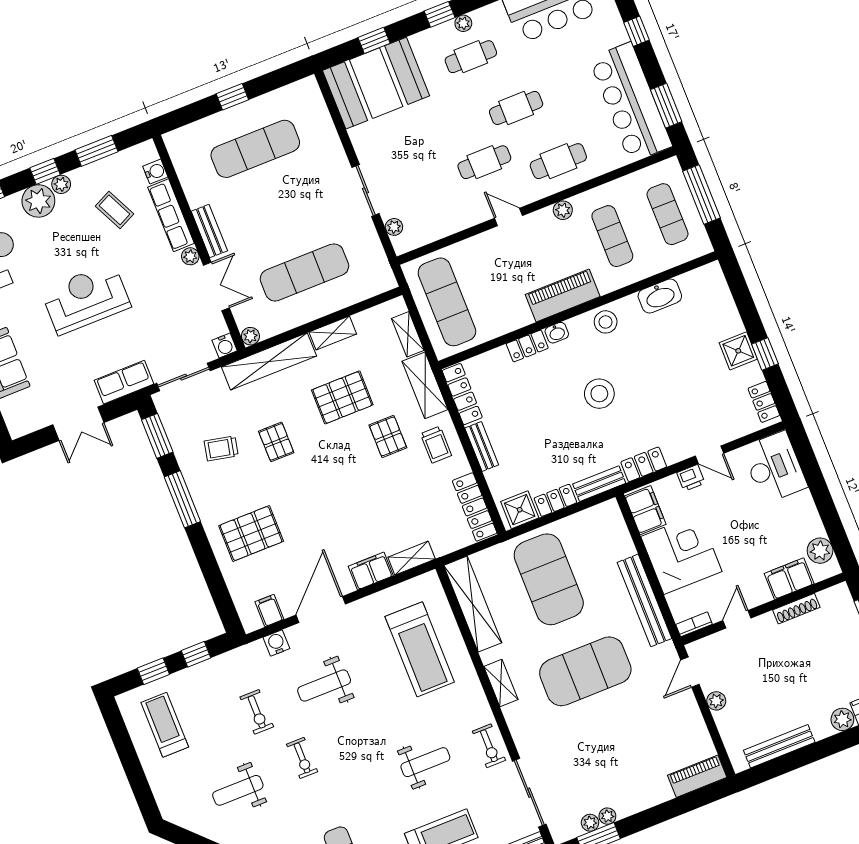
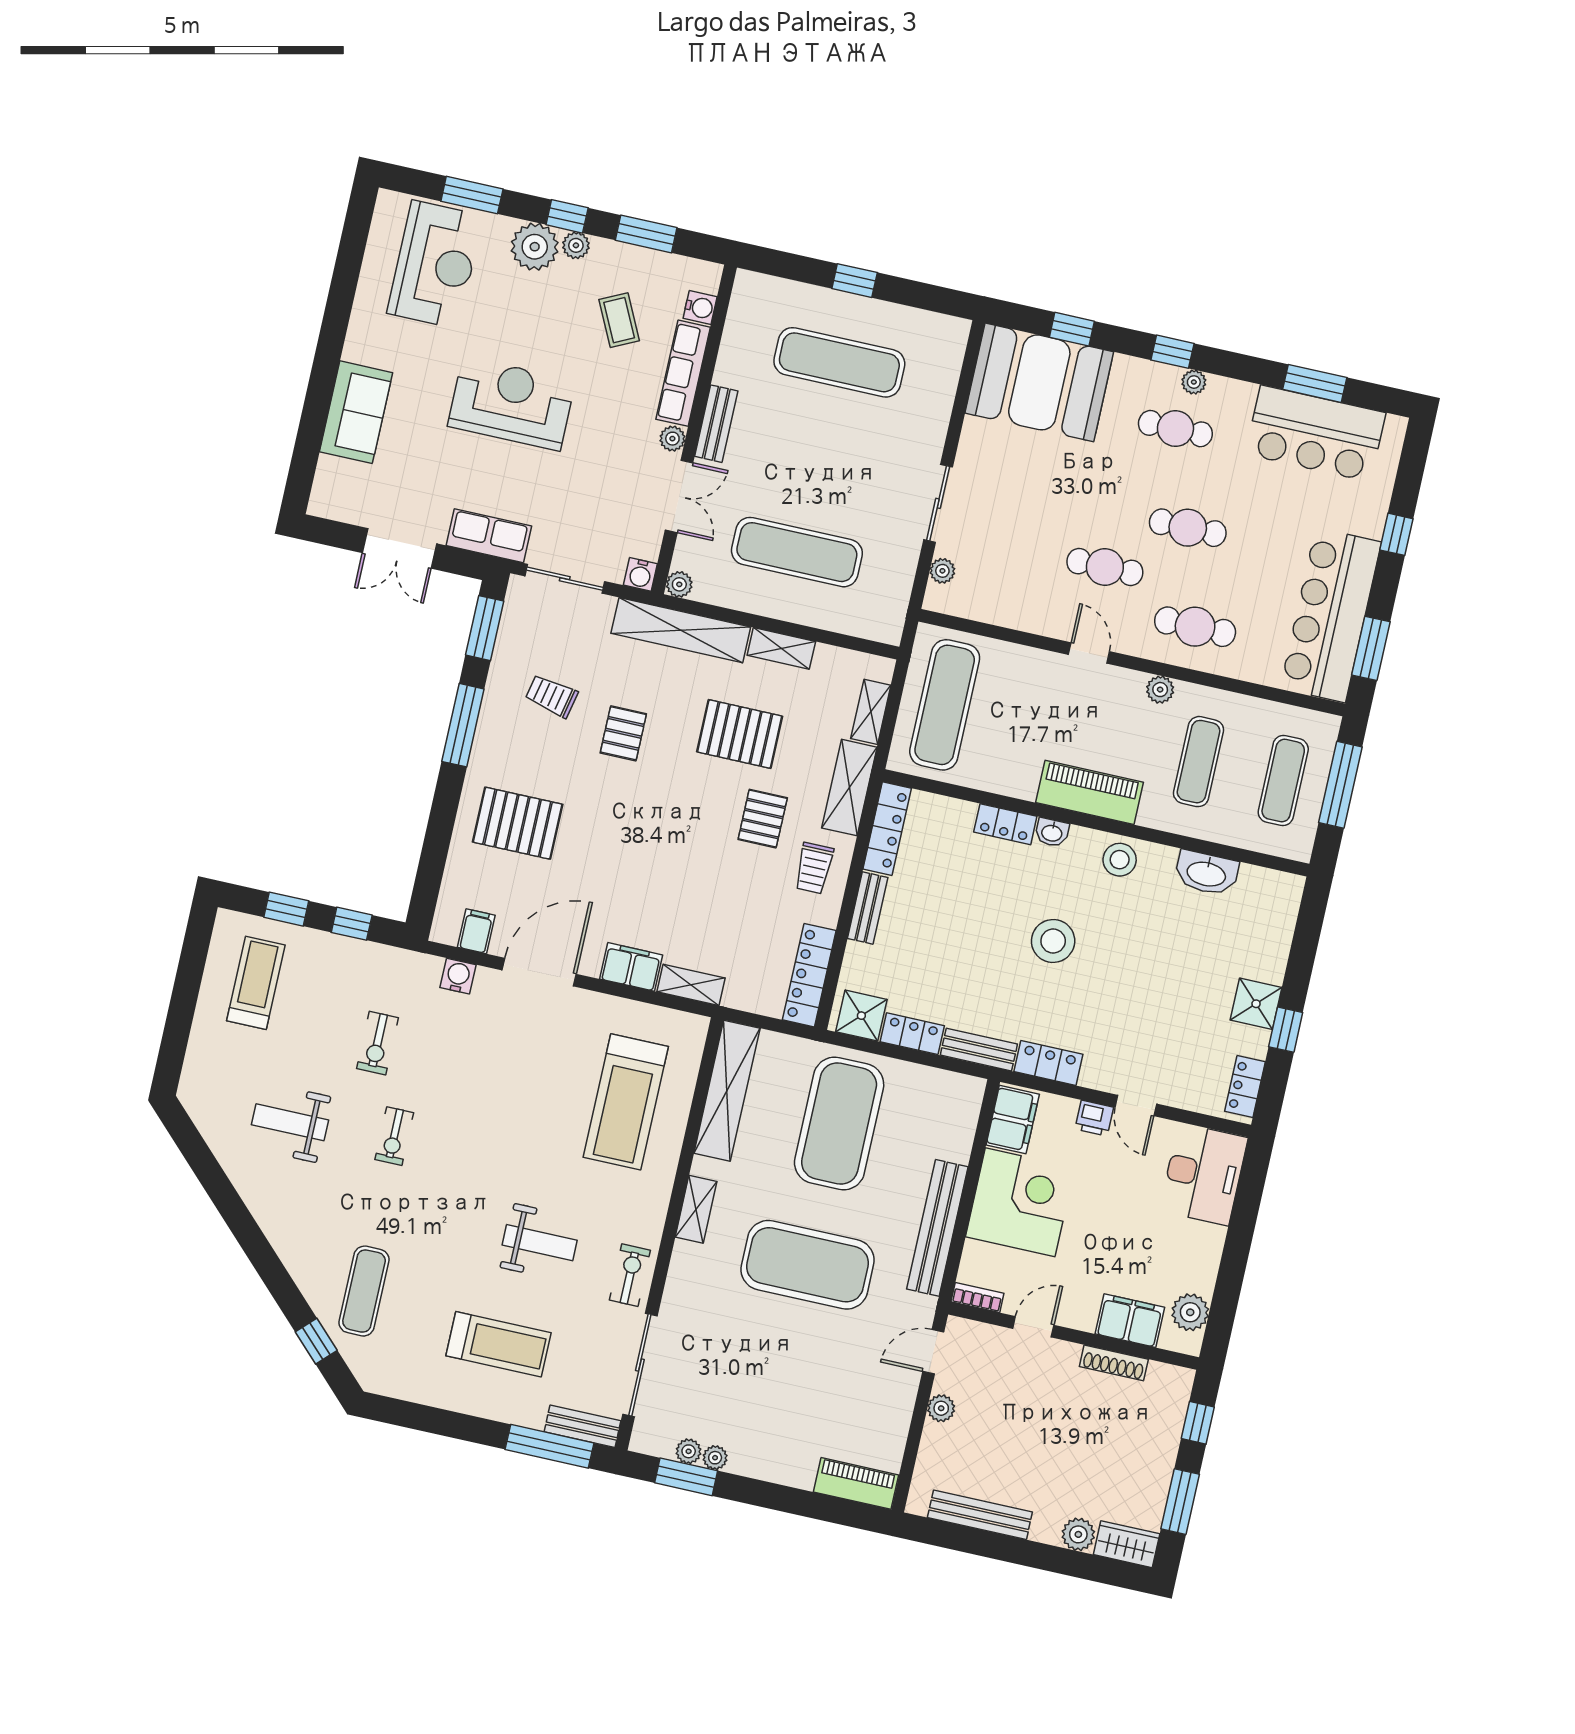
weight bench: (324, 686) -> (481, 1067), removed
exercise bike: (489, 746) -> (630, 1275), turned 180

